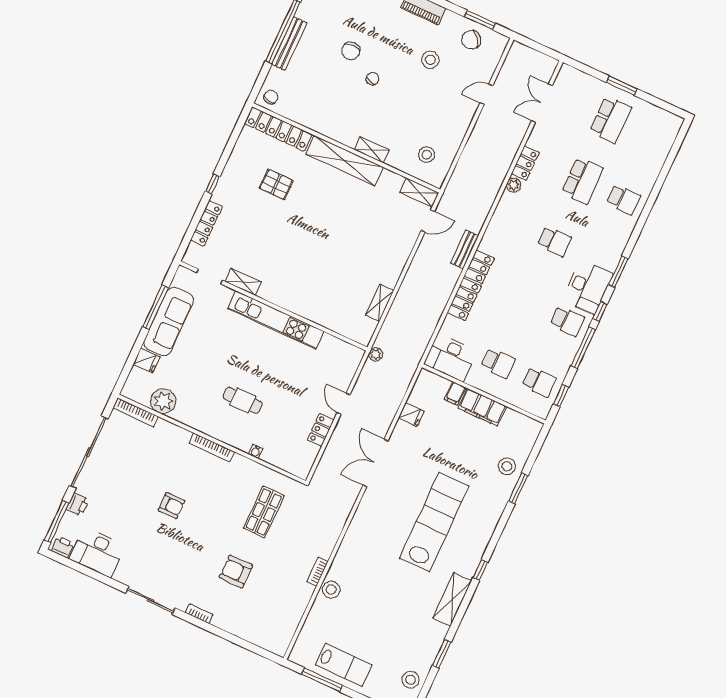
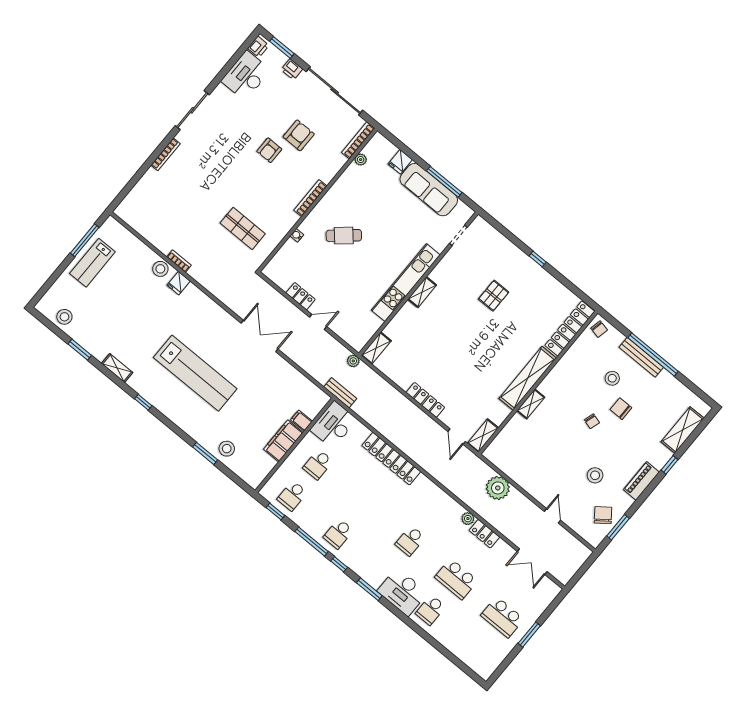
double door: (542, 103) -> (532, 562), swing flipped
stool: (427, 155) -> (612, 378), moved
plant: (472, 161) -> (498, 488), added
pallet: (276, 184) -> (494, 296), moved
locker: (206, 223) -> (425, 400), moved, turned 180
bench: (465, 249) -> (340, 393), moved
shelving: (243, 282) -> (422, 292), moved
desk: (588, 287) -> (402, 592), moved
shelving: (380, 303) -> (376, 348), moved, turned 90
cafe table: (243, 400) -> (344, 236), turned 49
plant: (163, 401) -> (361, 160), width x0.53, depth x0.53
fridge: (411, 415) -> (179, 283), moved
window: (57, 521) -> (282, 47), width x0.69
armchair: (236, 572) -> (299, 135), moved
shelving: (452, 599) -> (117, 368), width x0.67, depth x0.75
bookcase: (199, 614) -> (166, 154), width x1.56

